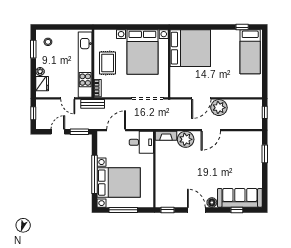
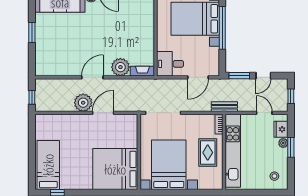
window: (33, 49) -> (291, 147), moved
door: (68, 98) -> (264, 113), moved
window: (265, 154) -> (32, 33), moved

